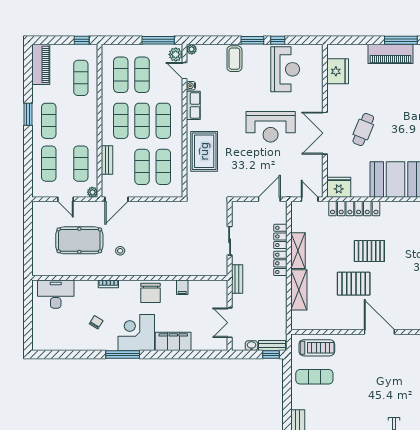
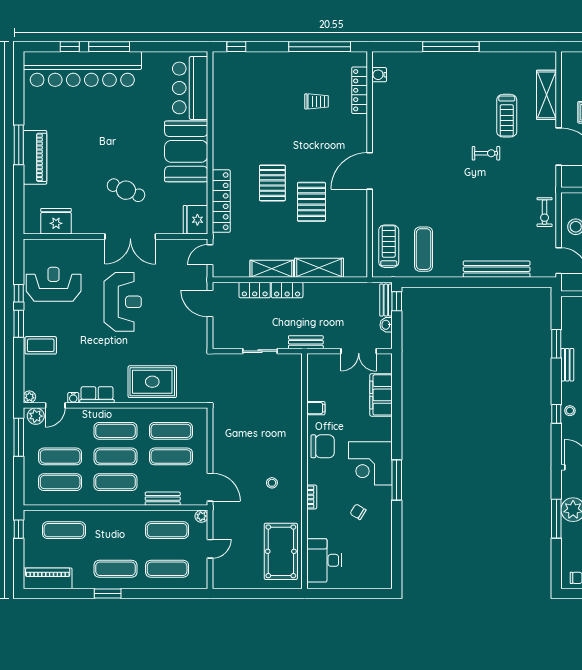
pool table: (79, 240) -> (281, 551), moved
filing cabinet: (173, 341) -> (381, 395), moved

